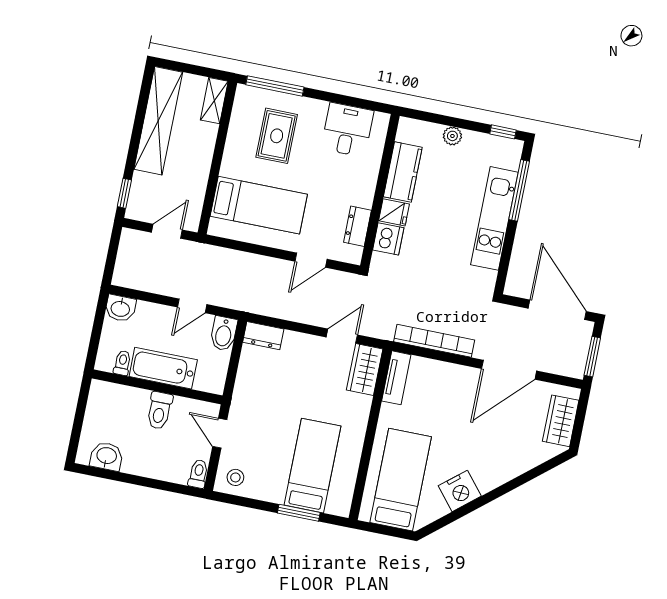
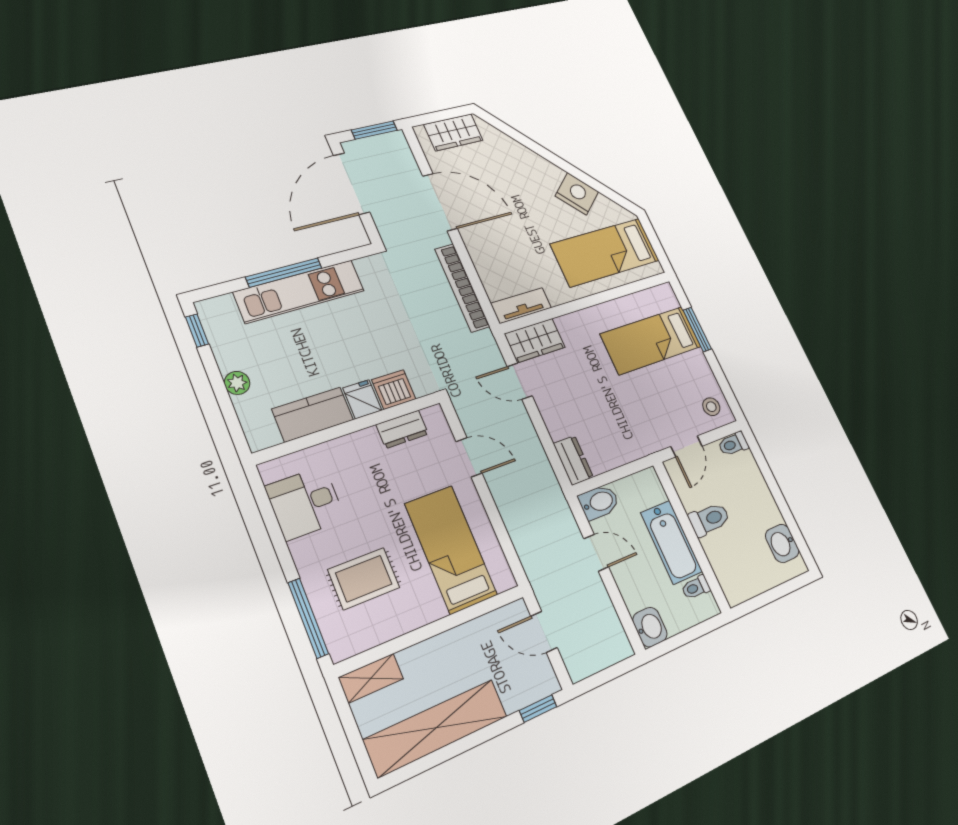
window: (519, 190) -> (284, 272), moved

